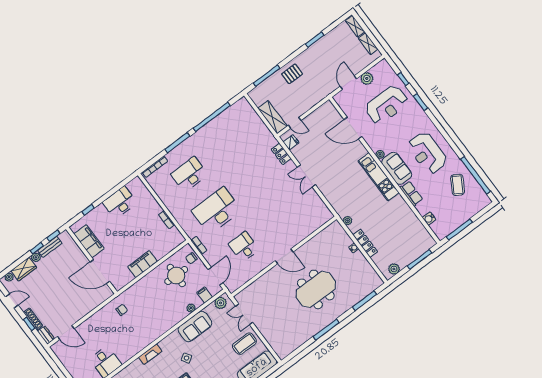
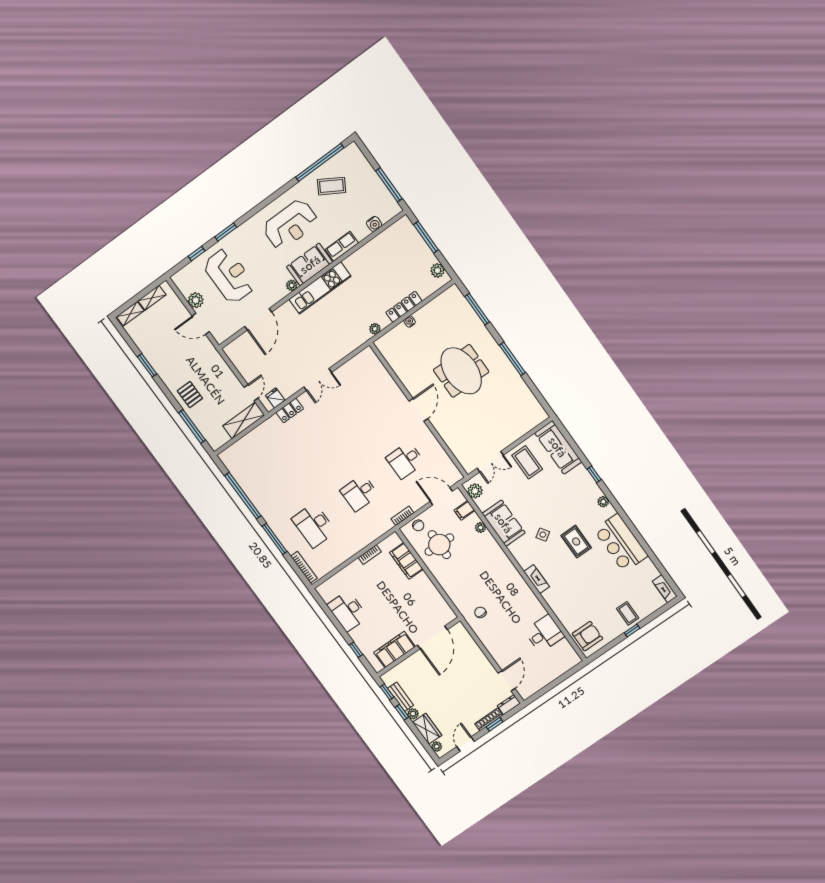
desk: (217, 211) -> (359, 493), width x0.53, depth x0.77
filing cabinet: (143, 264) -> (406, 561), moved

